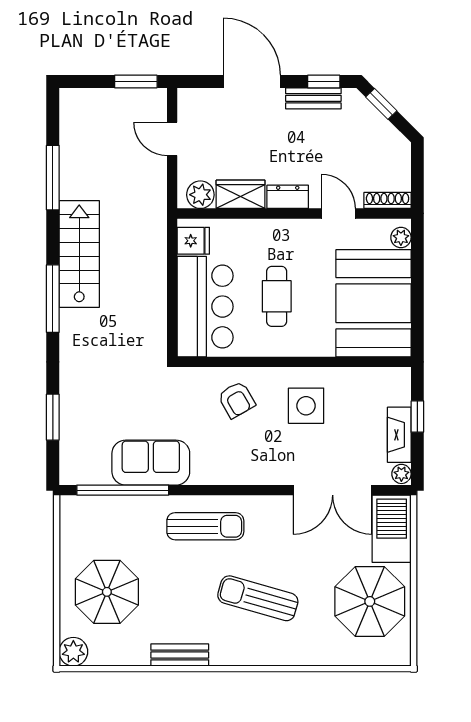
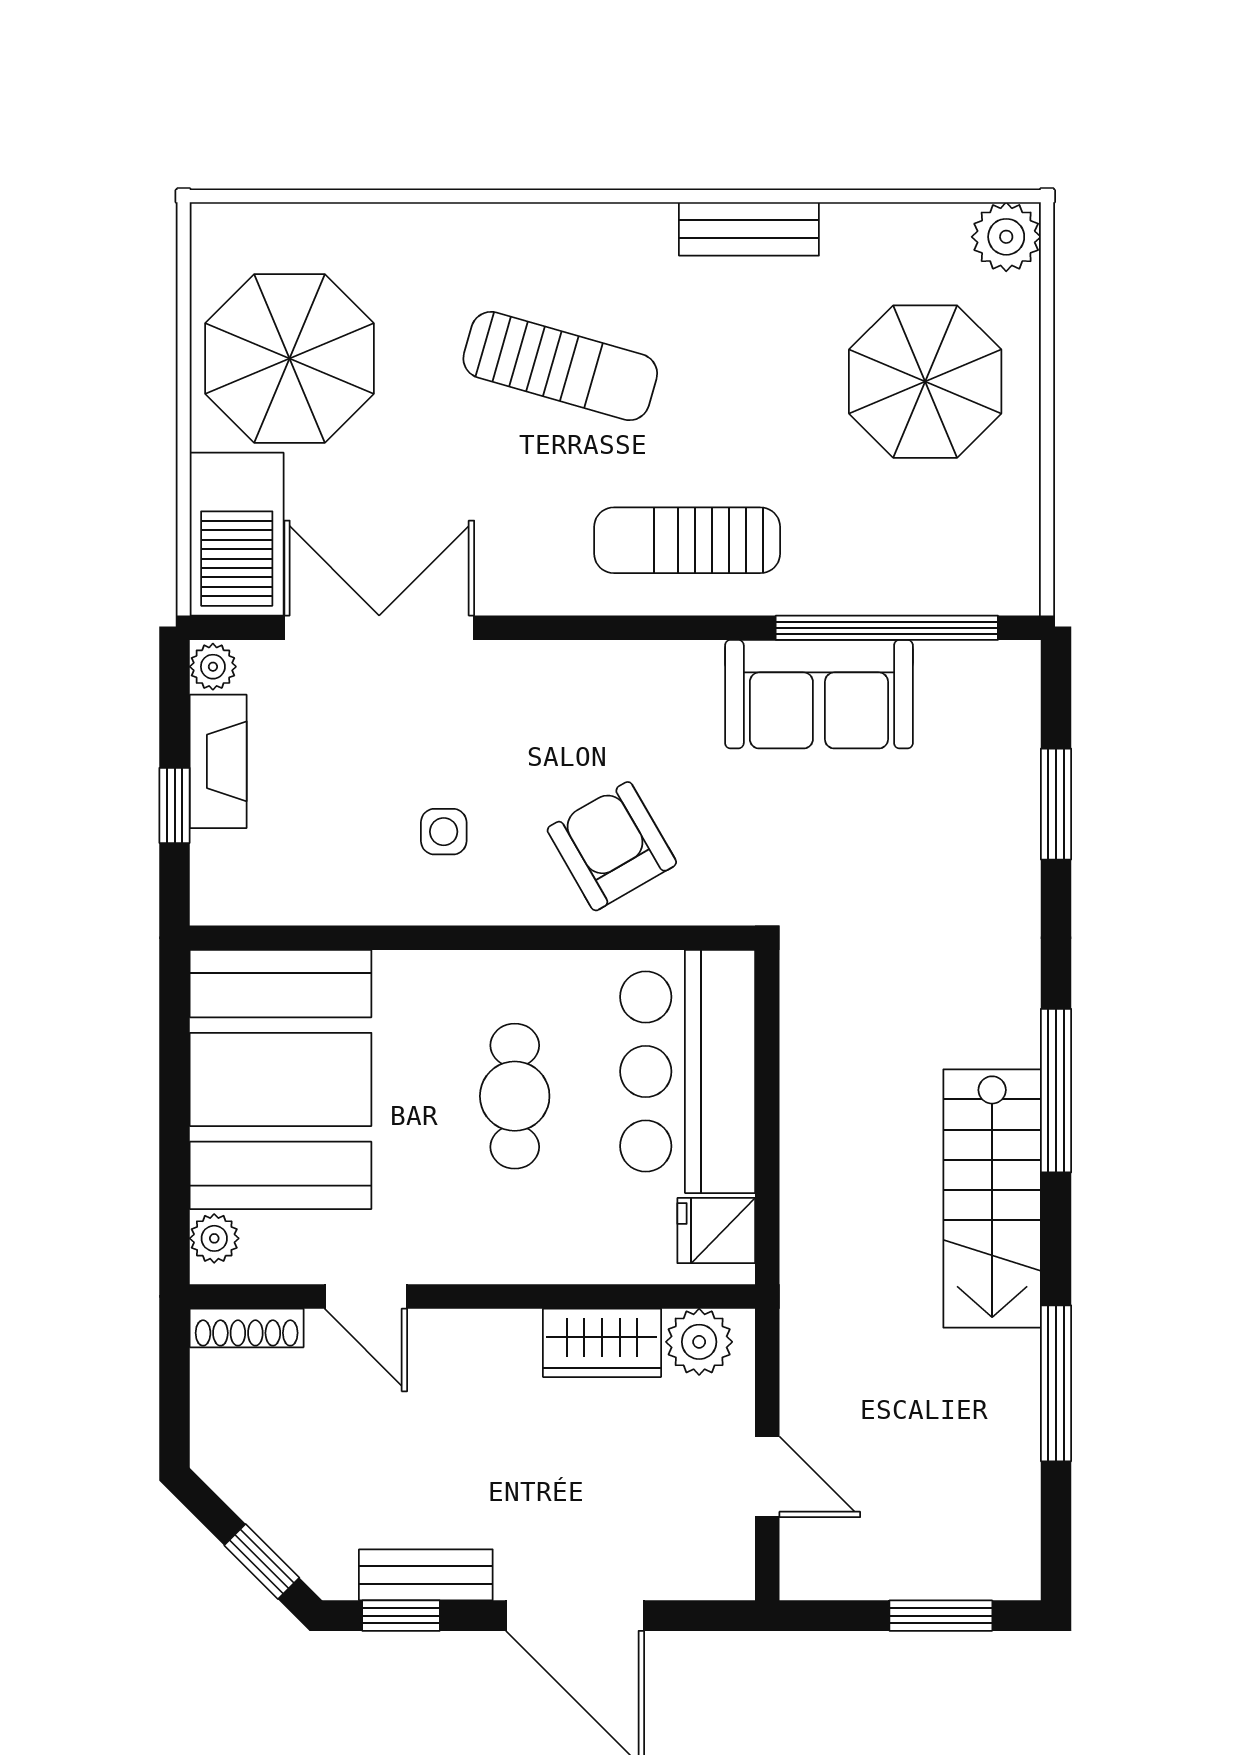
window: (136, 81) -> (941, 1616), moved
dresser: (288, 197) -> (488, 1337), removed
armchair: (236, 400) -> (612, 846), width x1.38, depth x1.38
side table: (306, 406) -> (444, 832), width x0.54, depth x0.54

